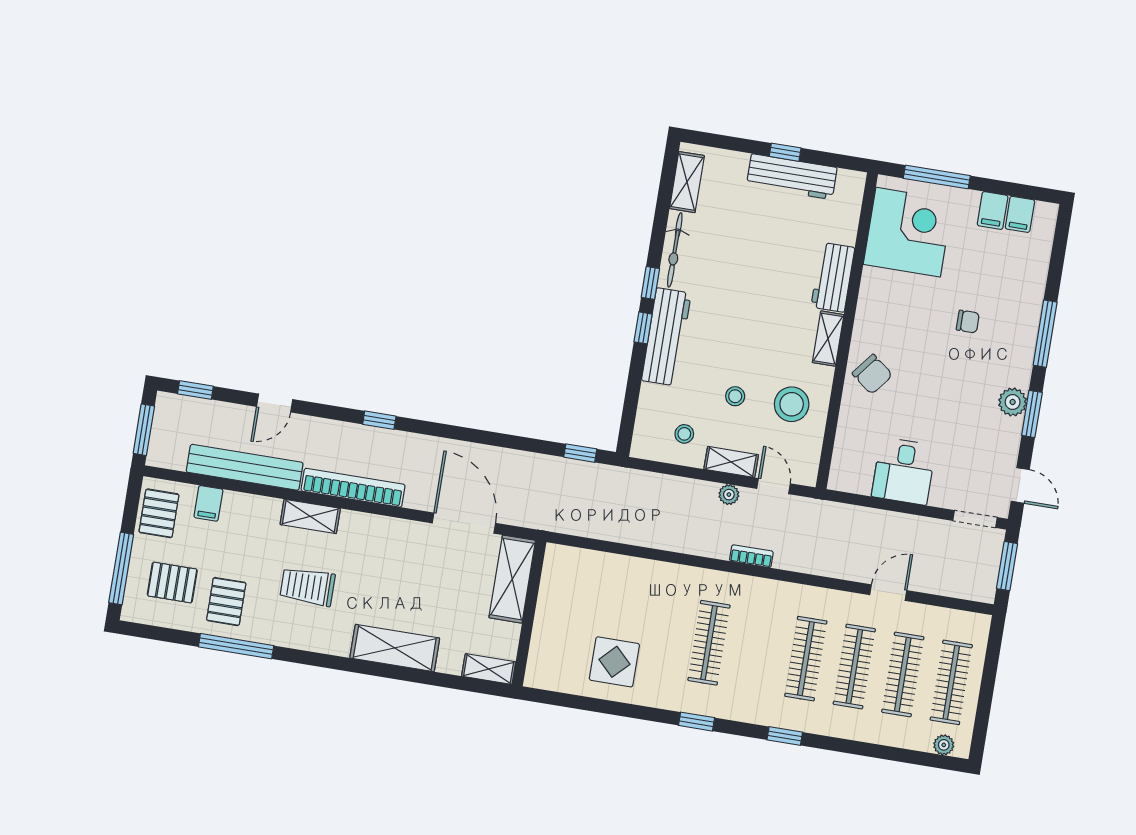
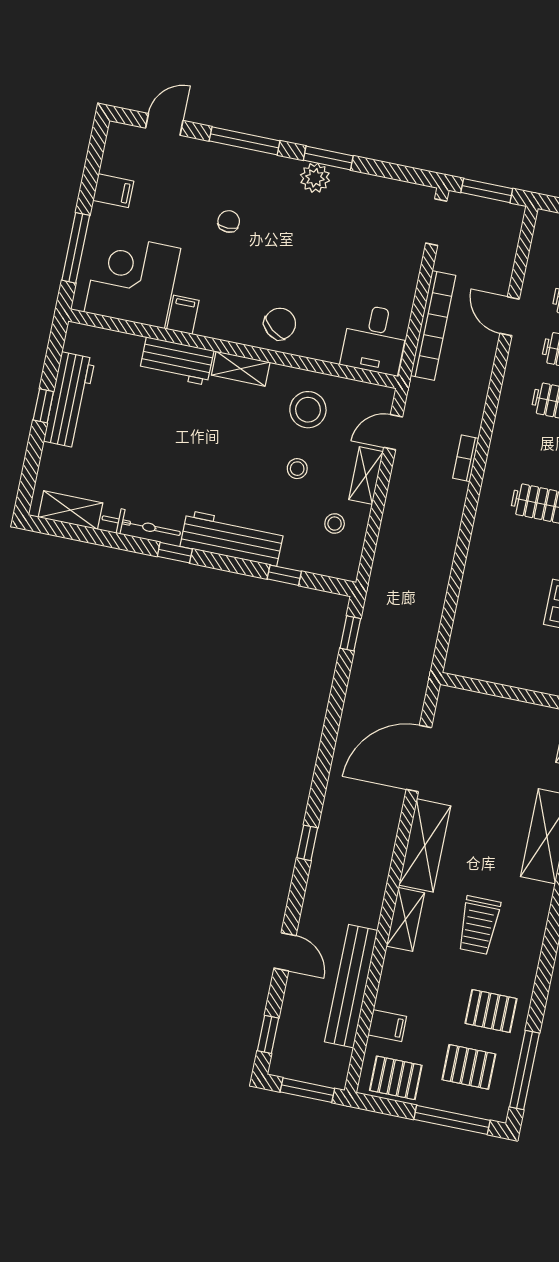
filing cabinet: (1020, 214) -> (183, 315), moved, turned -90
window: (643, 328) -> (284, 575), moved
desk: (904, 471) -> (375, 339), moved, turned 90
door: (1020, 485) -> (164, 124), moved
bookcase: (353, 488) -> (433, 326), moved, turned 180
plant: (729, 495) -> (400, 479), removed
shelving: (512, 579) -> (425, 845), moved, turned 90
pallet: (172, 583) -> (469, 1067), turned 90
window: (236, 646) -> (524, 1070), moved

